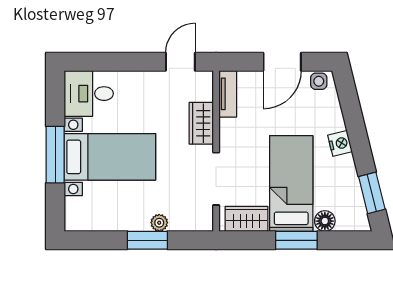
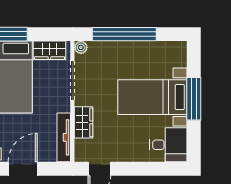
tv unit: (228, 94) -> (64, 137), width x1.41
plant: (159, 223) -> (81, 47), moved
window: (147, 240) -> (124, 34), width x2.11

